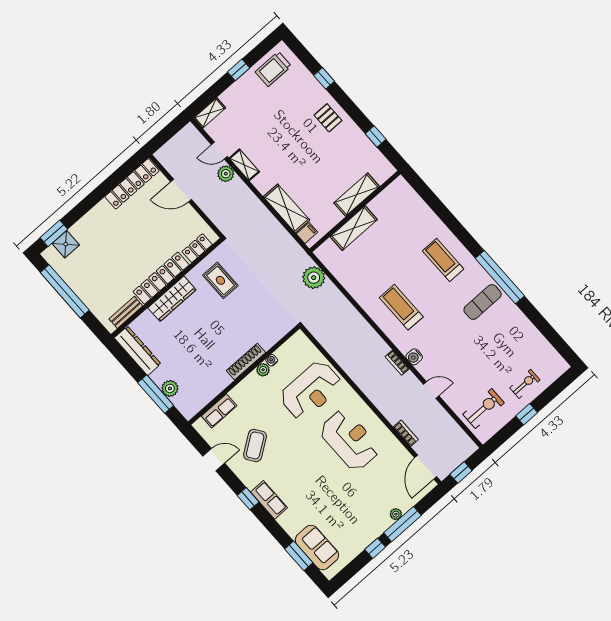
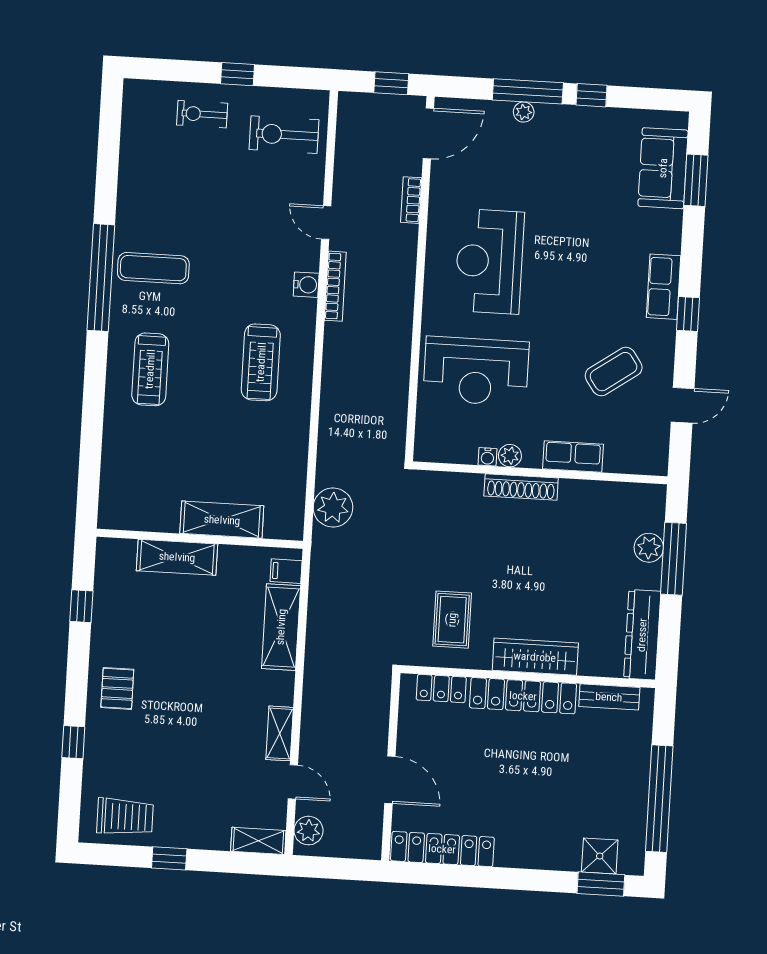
plant: (226, 174) -> (308, 831), moved
bookcase: (397, 363) -> (335, 286), width x1.56
reception desk: (311, 390) -> (476, 371), turned 180
row of seats: (219, 411) -> (573, 457), moved
door: (214, 460) -> (683, 405), swing flipped

